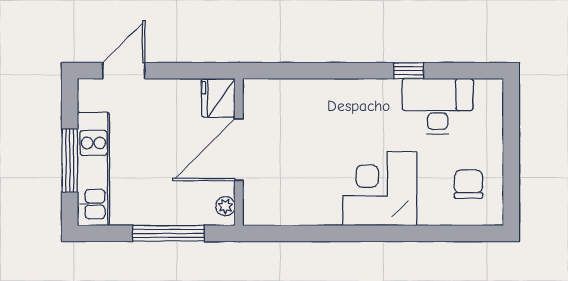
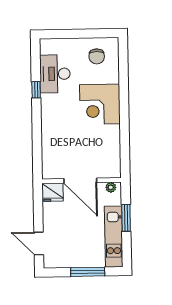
kitchen unit: (93, 169) -> (114, 237), moved, turned -90
chair: (468, 184) -> (97, 56), turned -90
window: (169, 233) -> (126, 218), width x0.69

